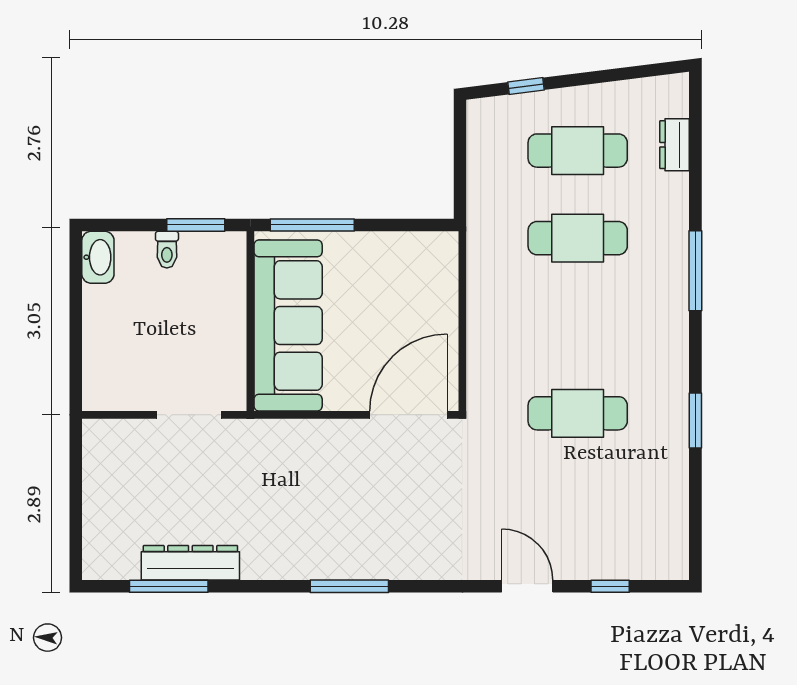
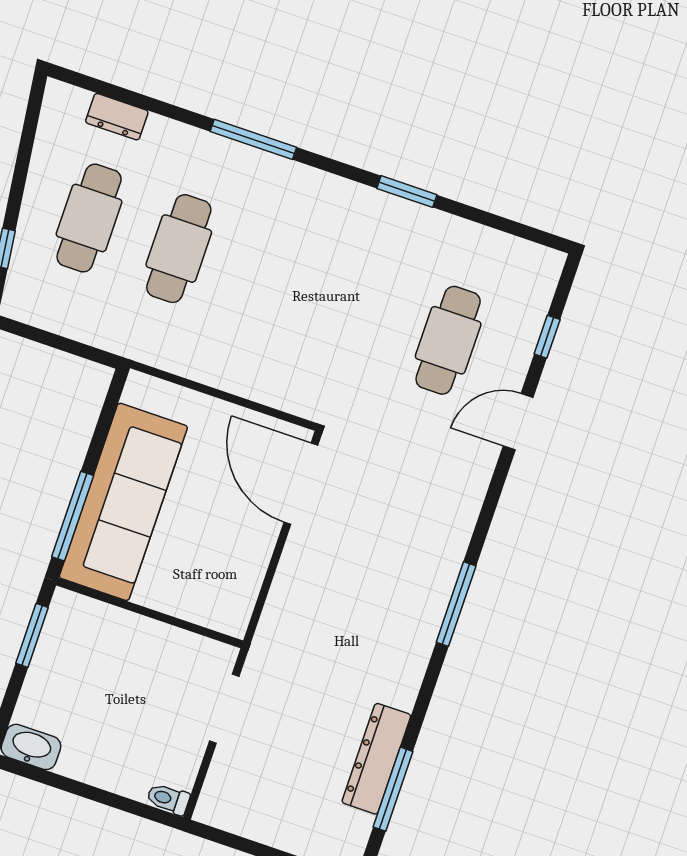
toilet: (167, 250) -> (168, 799), moved, turned 180
sofa: (288, 326) -> (123, 502), moved, turned 90
cafe table: (578, 413) -> (448, 340), moved

